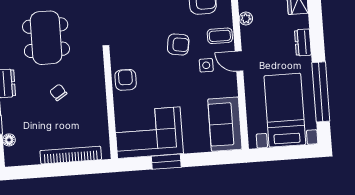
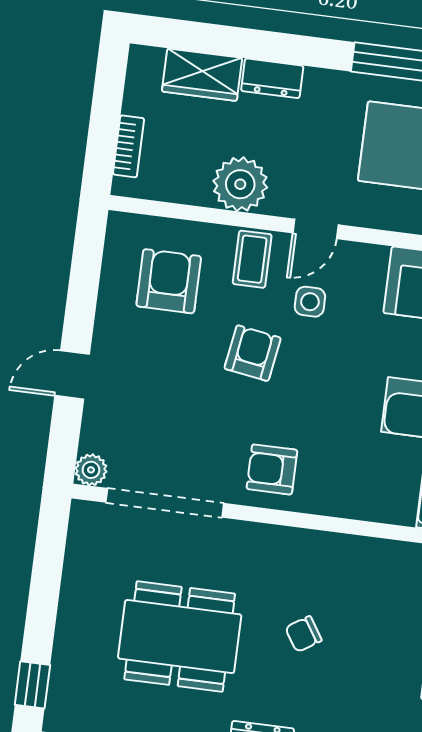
plant: (246, 18) -> (240, 184), width x1.88, depth x1.88
dresser: (303, 42) -> (272, 78), moved
armchair: (126, 80) -> (272, 469), moved

